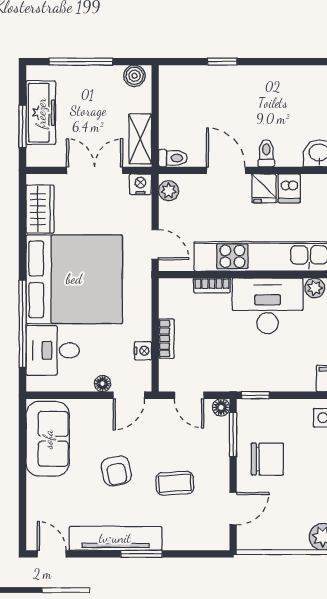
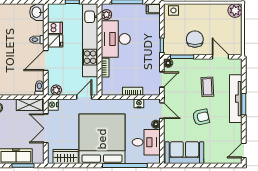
desk: (53, 350) -> (146, 142), moved, turned -90
tv unit: (115, 538) -> (236, 99), moved

